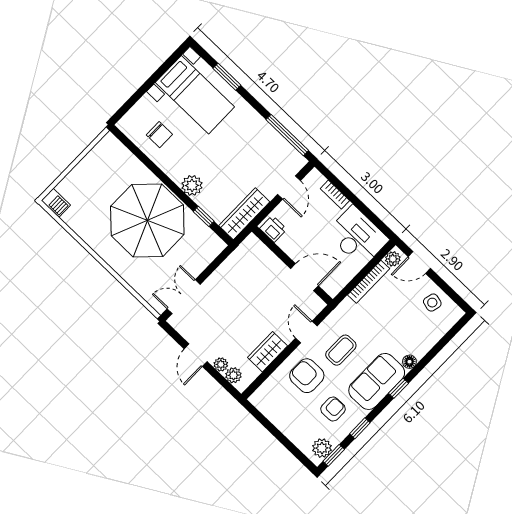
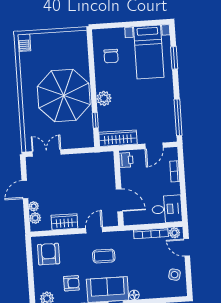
desk: (357, 236) -> (167, 209), width x0.73
armchair: (307, 376) -> (49, 254), moved

